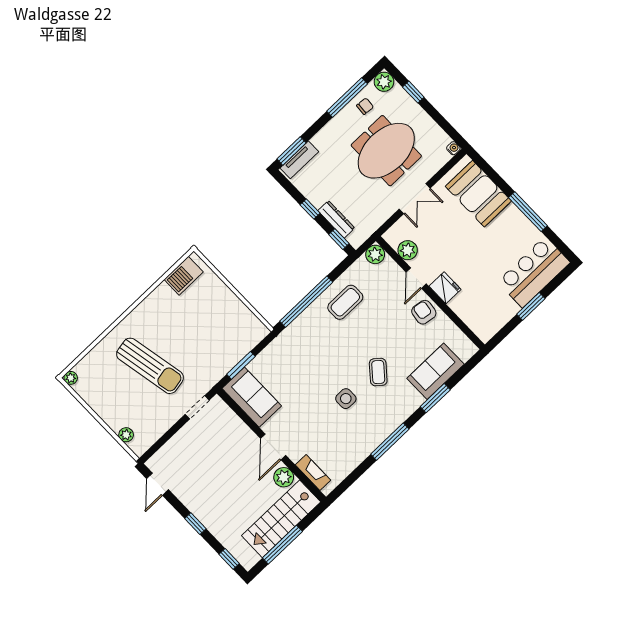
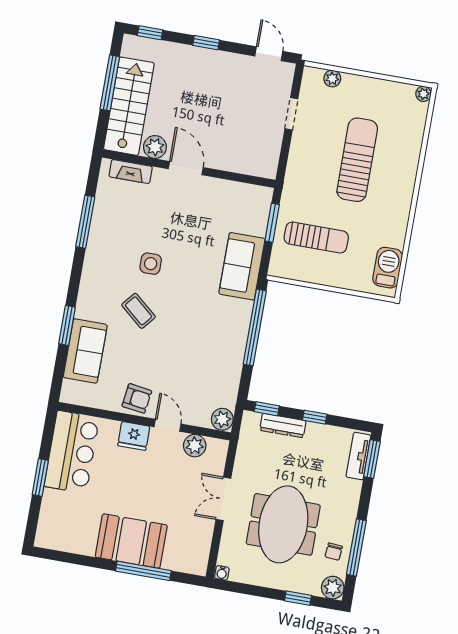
booth: (478, 194) -> (131, 541), moved
window: (528, 212) -> (143, 571), moved
bar counter: (534, 272) -> (72, 452), moved
coffee table: (345, 302) -> (217, 354), removed
sun lounger: (218, 333) -> (316, 238), added
sun lounger: (150, 366) -> (357, 160), turned 101
sofa: (252, 397) -> (242, 266), moved, turned 90
doorway: (197, 407) -> (291, 114), moved
window: (390, 442) -> (85, 222), moved

